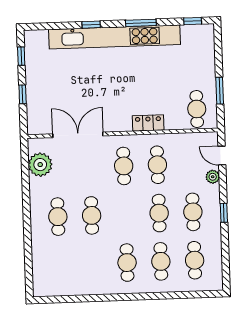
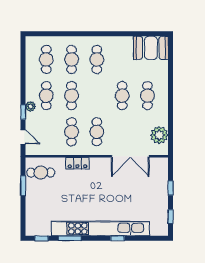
window: (141, 23) -> (70, 238), moved
cafe table: (197, 109) -> (41, 173), turned 90
plant: (213, 177) -> (31, 106), moved
window: (224, 213) -> (23, 112), moved
booth: (55, 281) -> (151, 48), added

